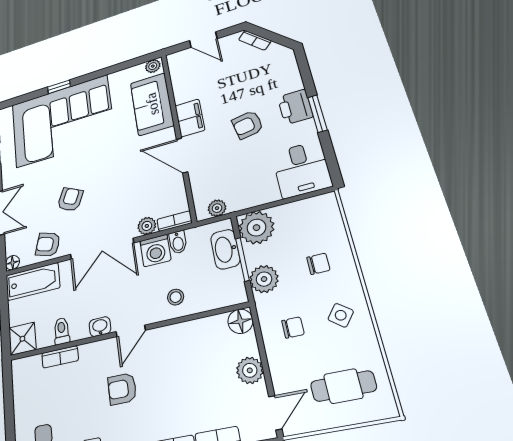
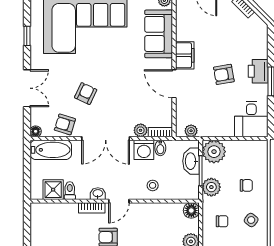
shower: (22, 339) -> (53, 190), moved
bookcase: (60, 357) -> (92, 208), moved

